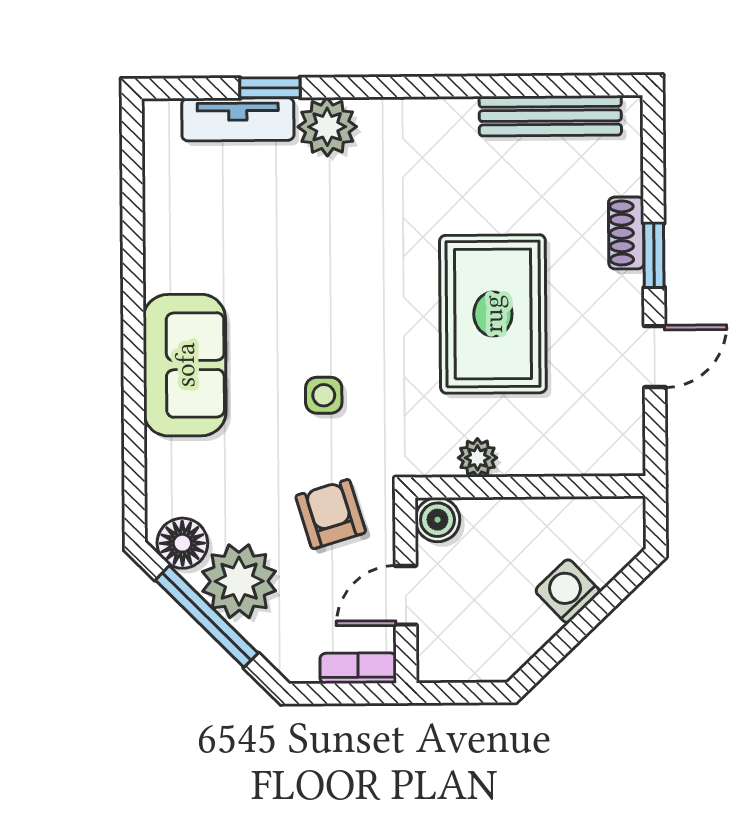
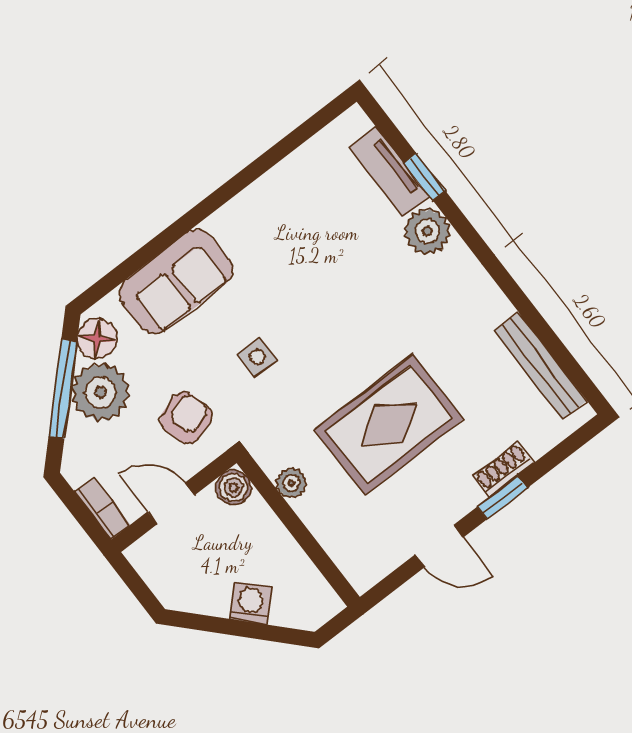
sofa: (185, 365) -> (176, 282), moved

